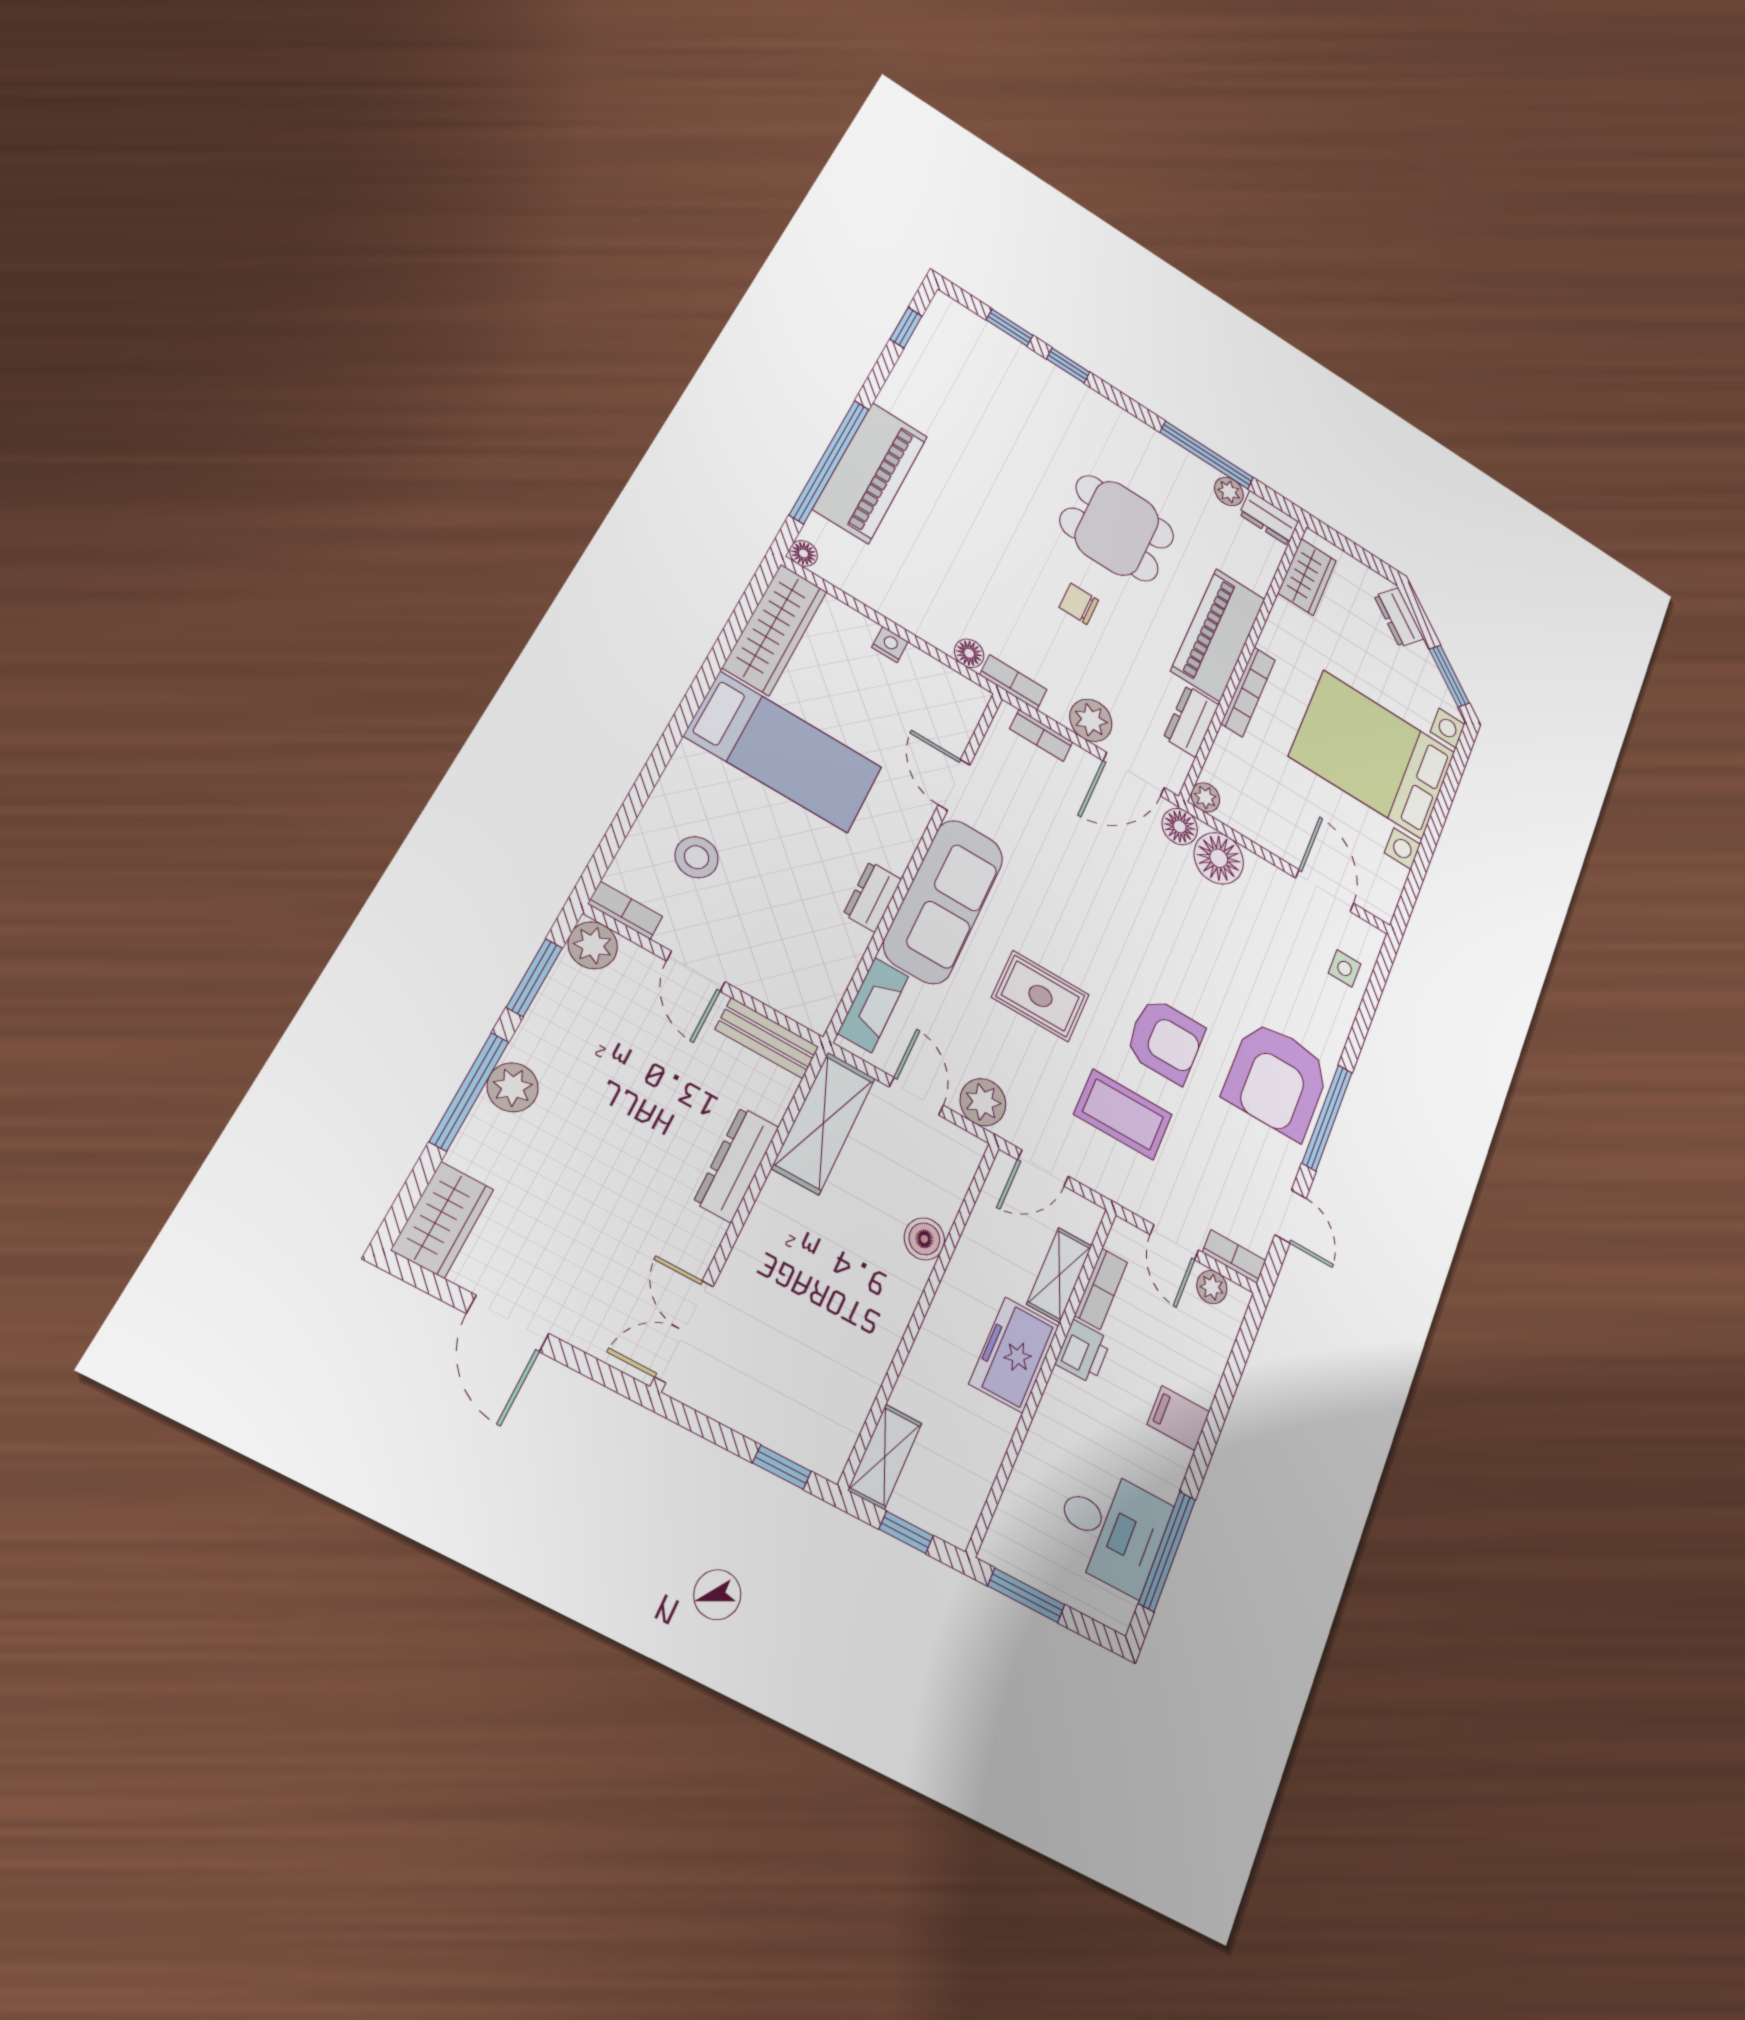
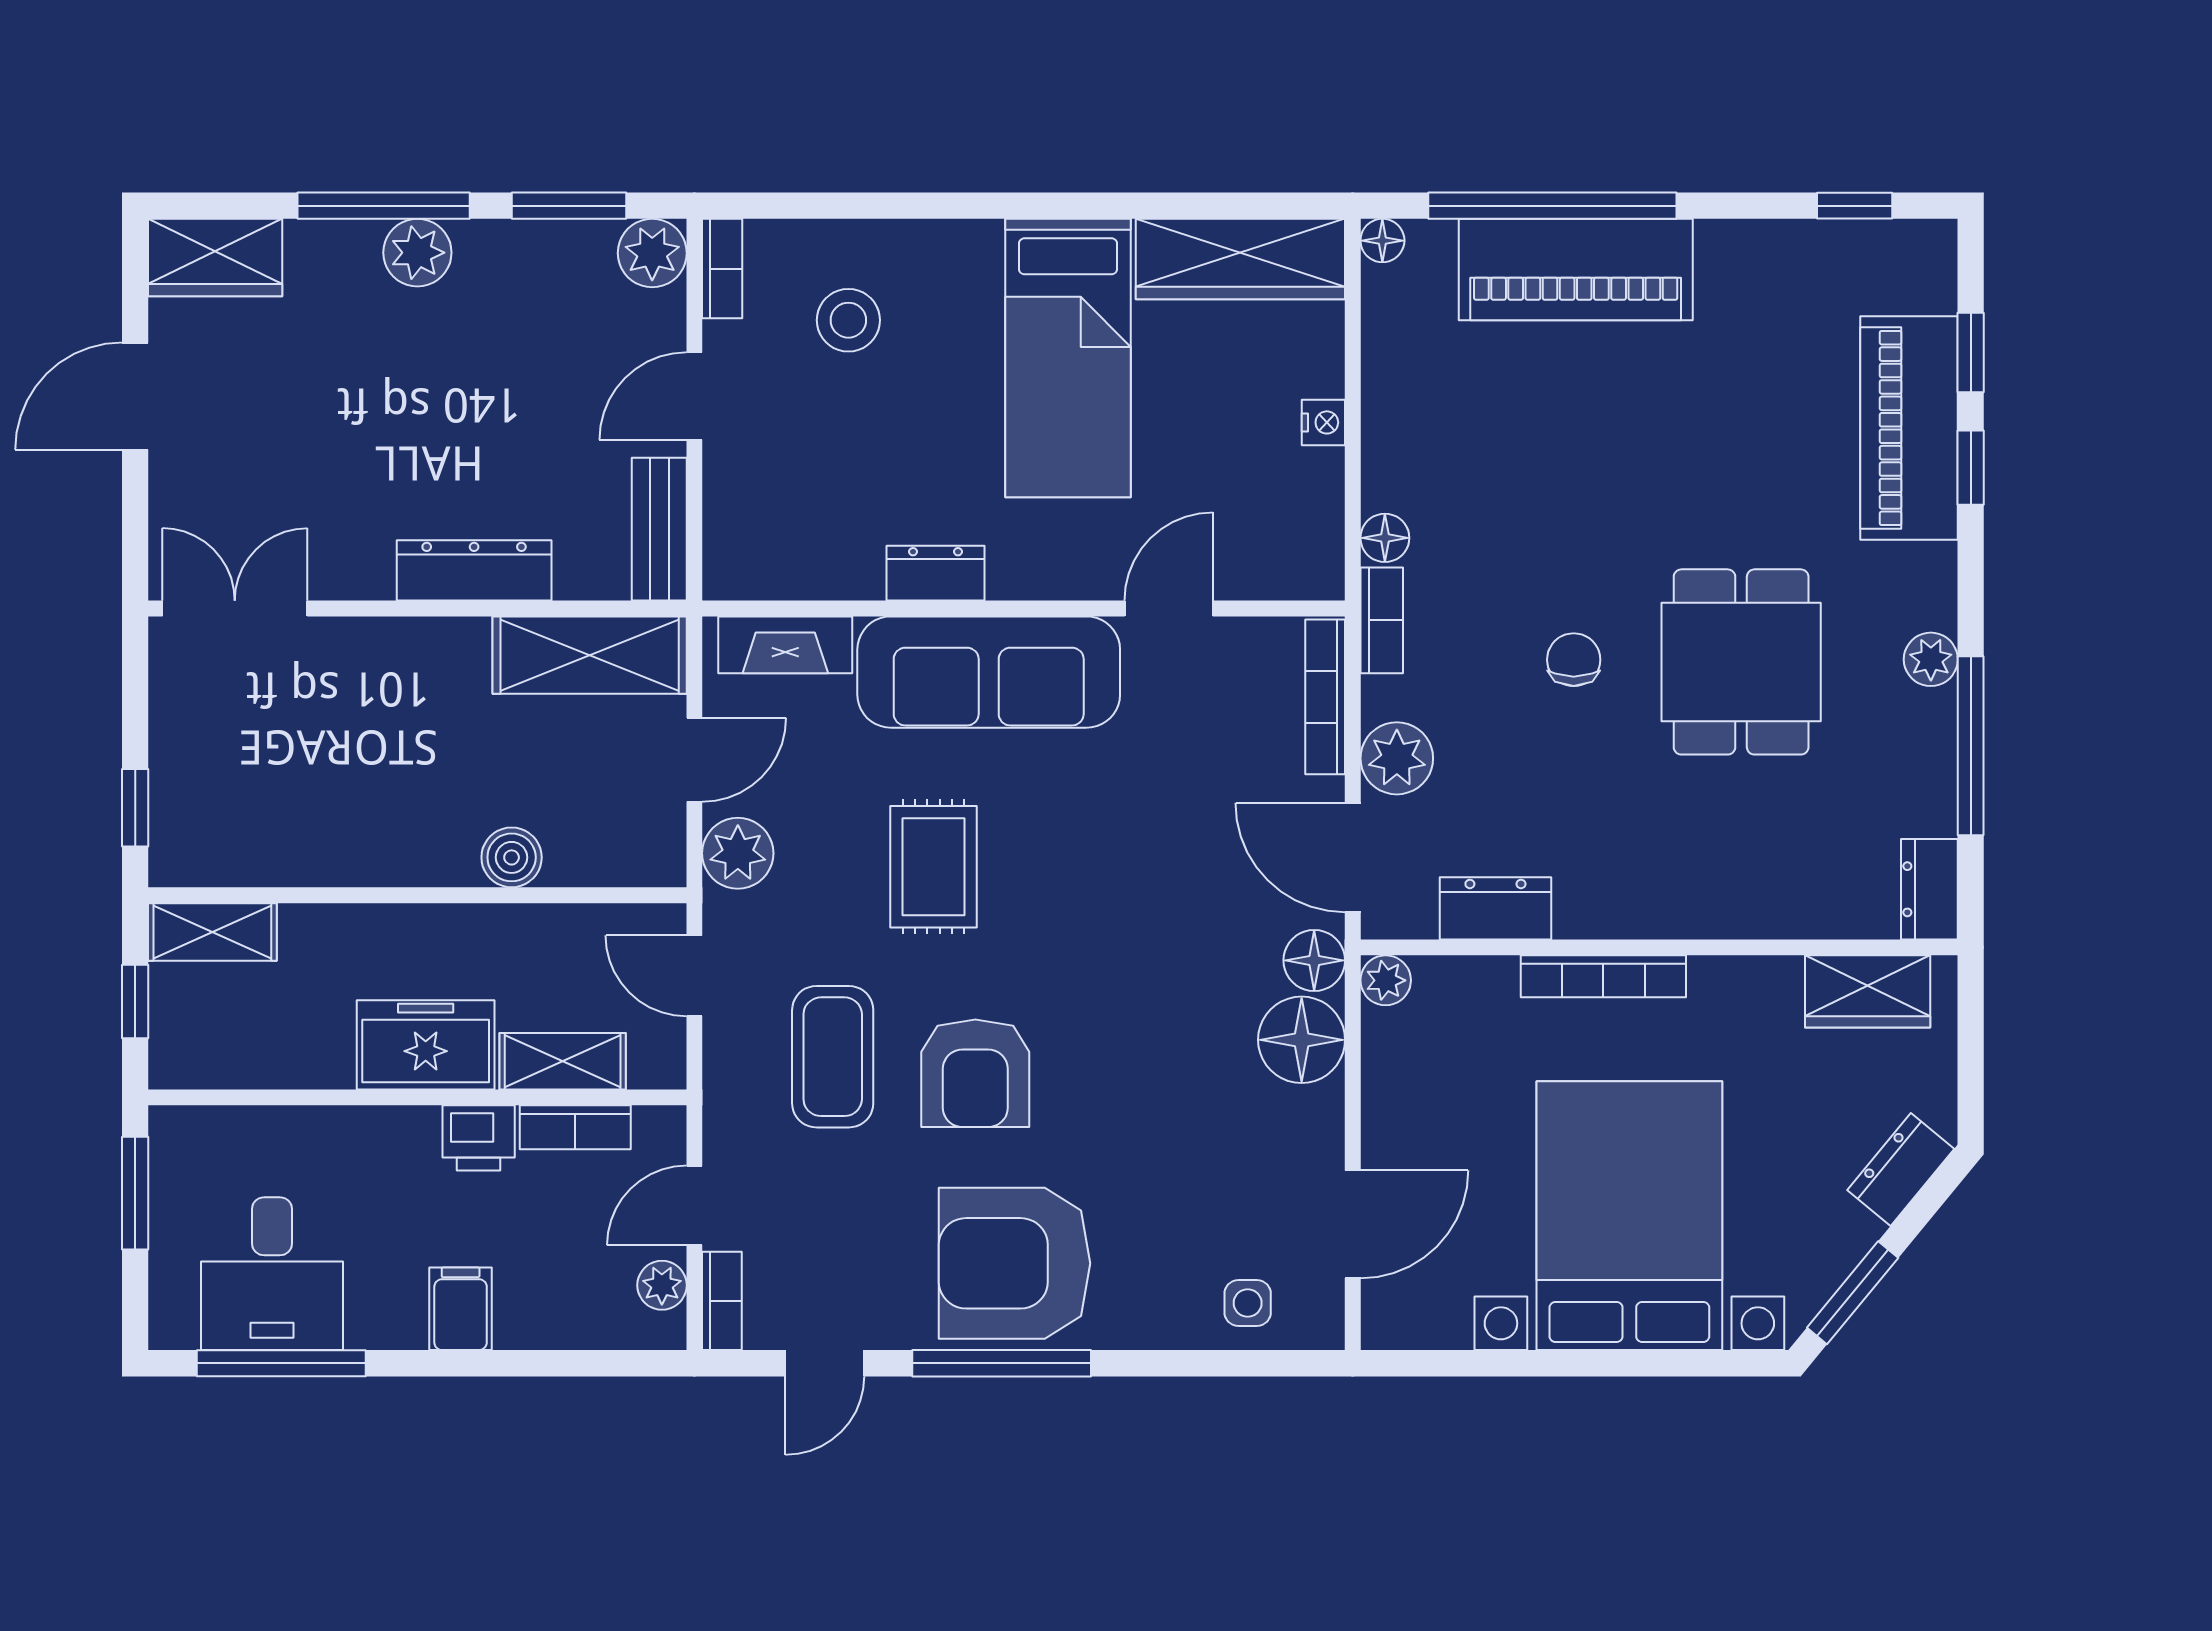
plant: (1229, 491) -> (1931, 659), moved
piano: (1218, 635) -> (1909, 428), moved, turned -90
bookcase: (1041, 735) -> (1325, 697), width x1.56

